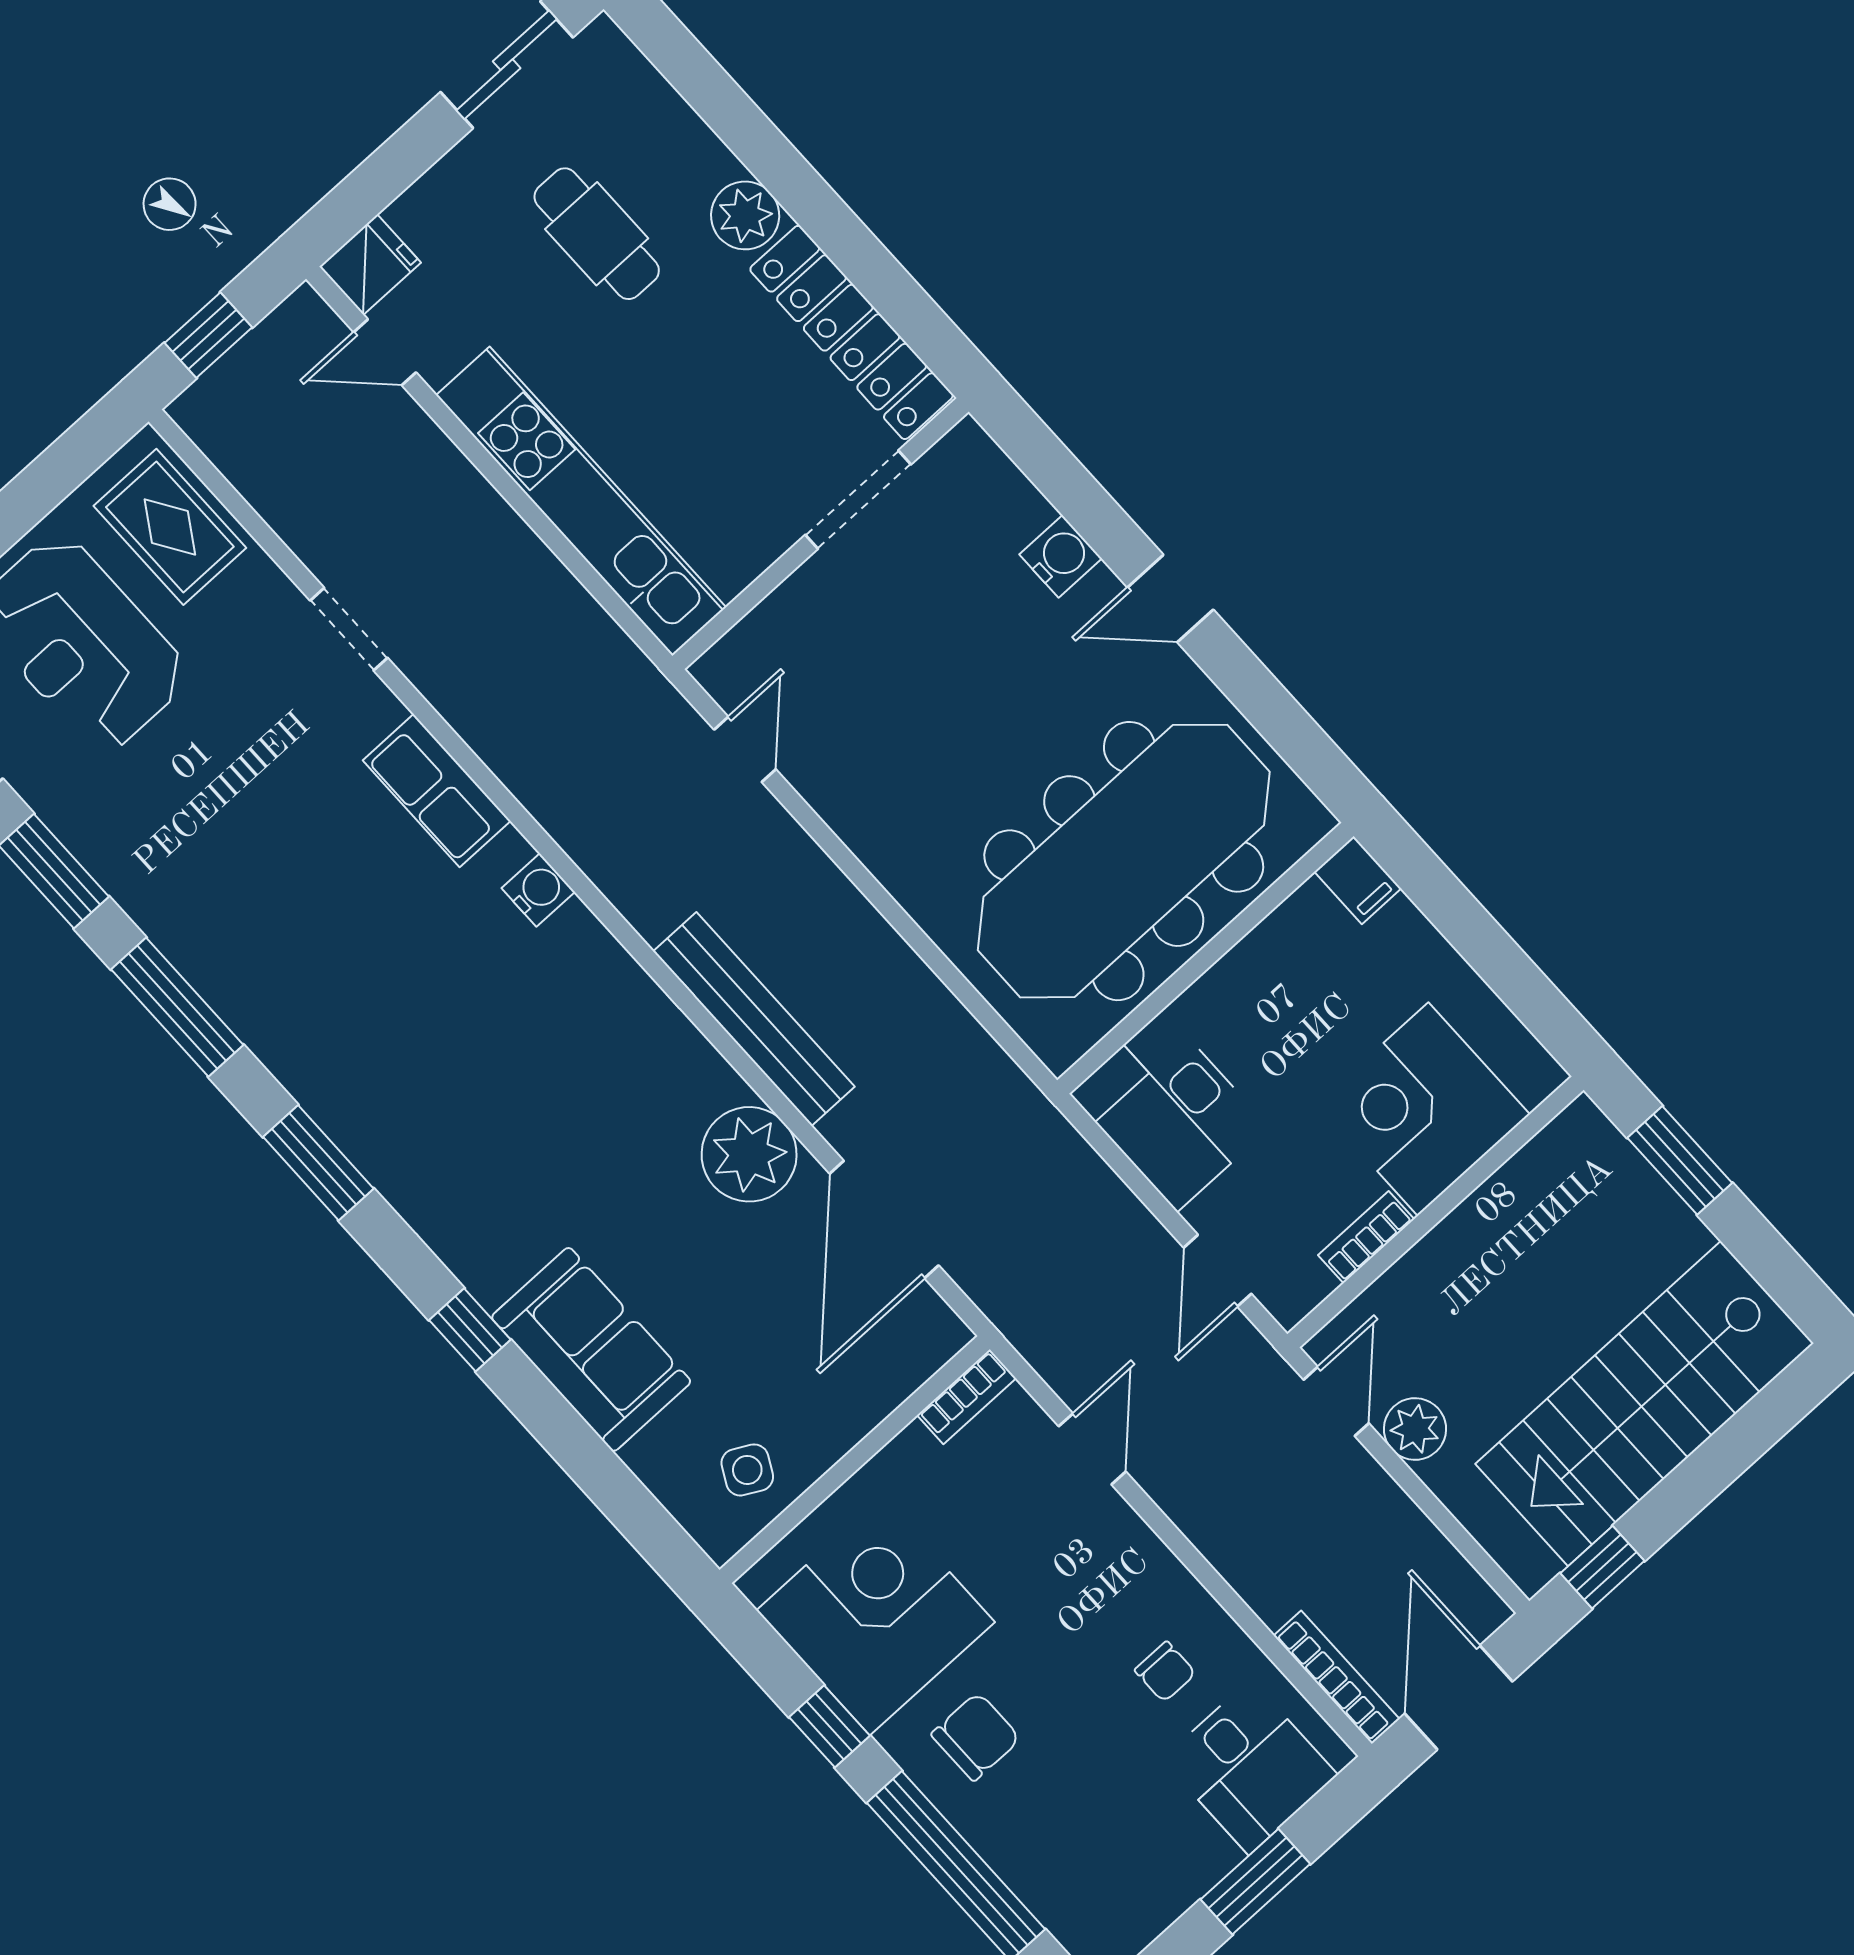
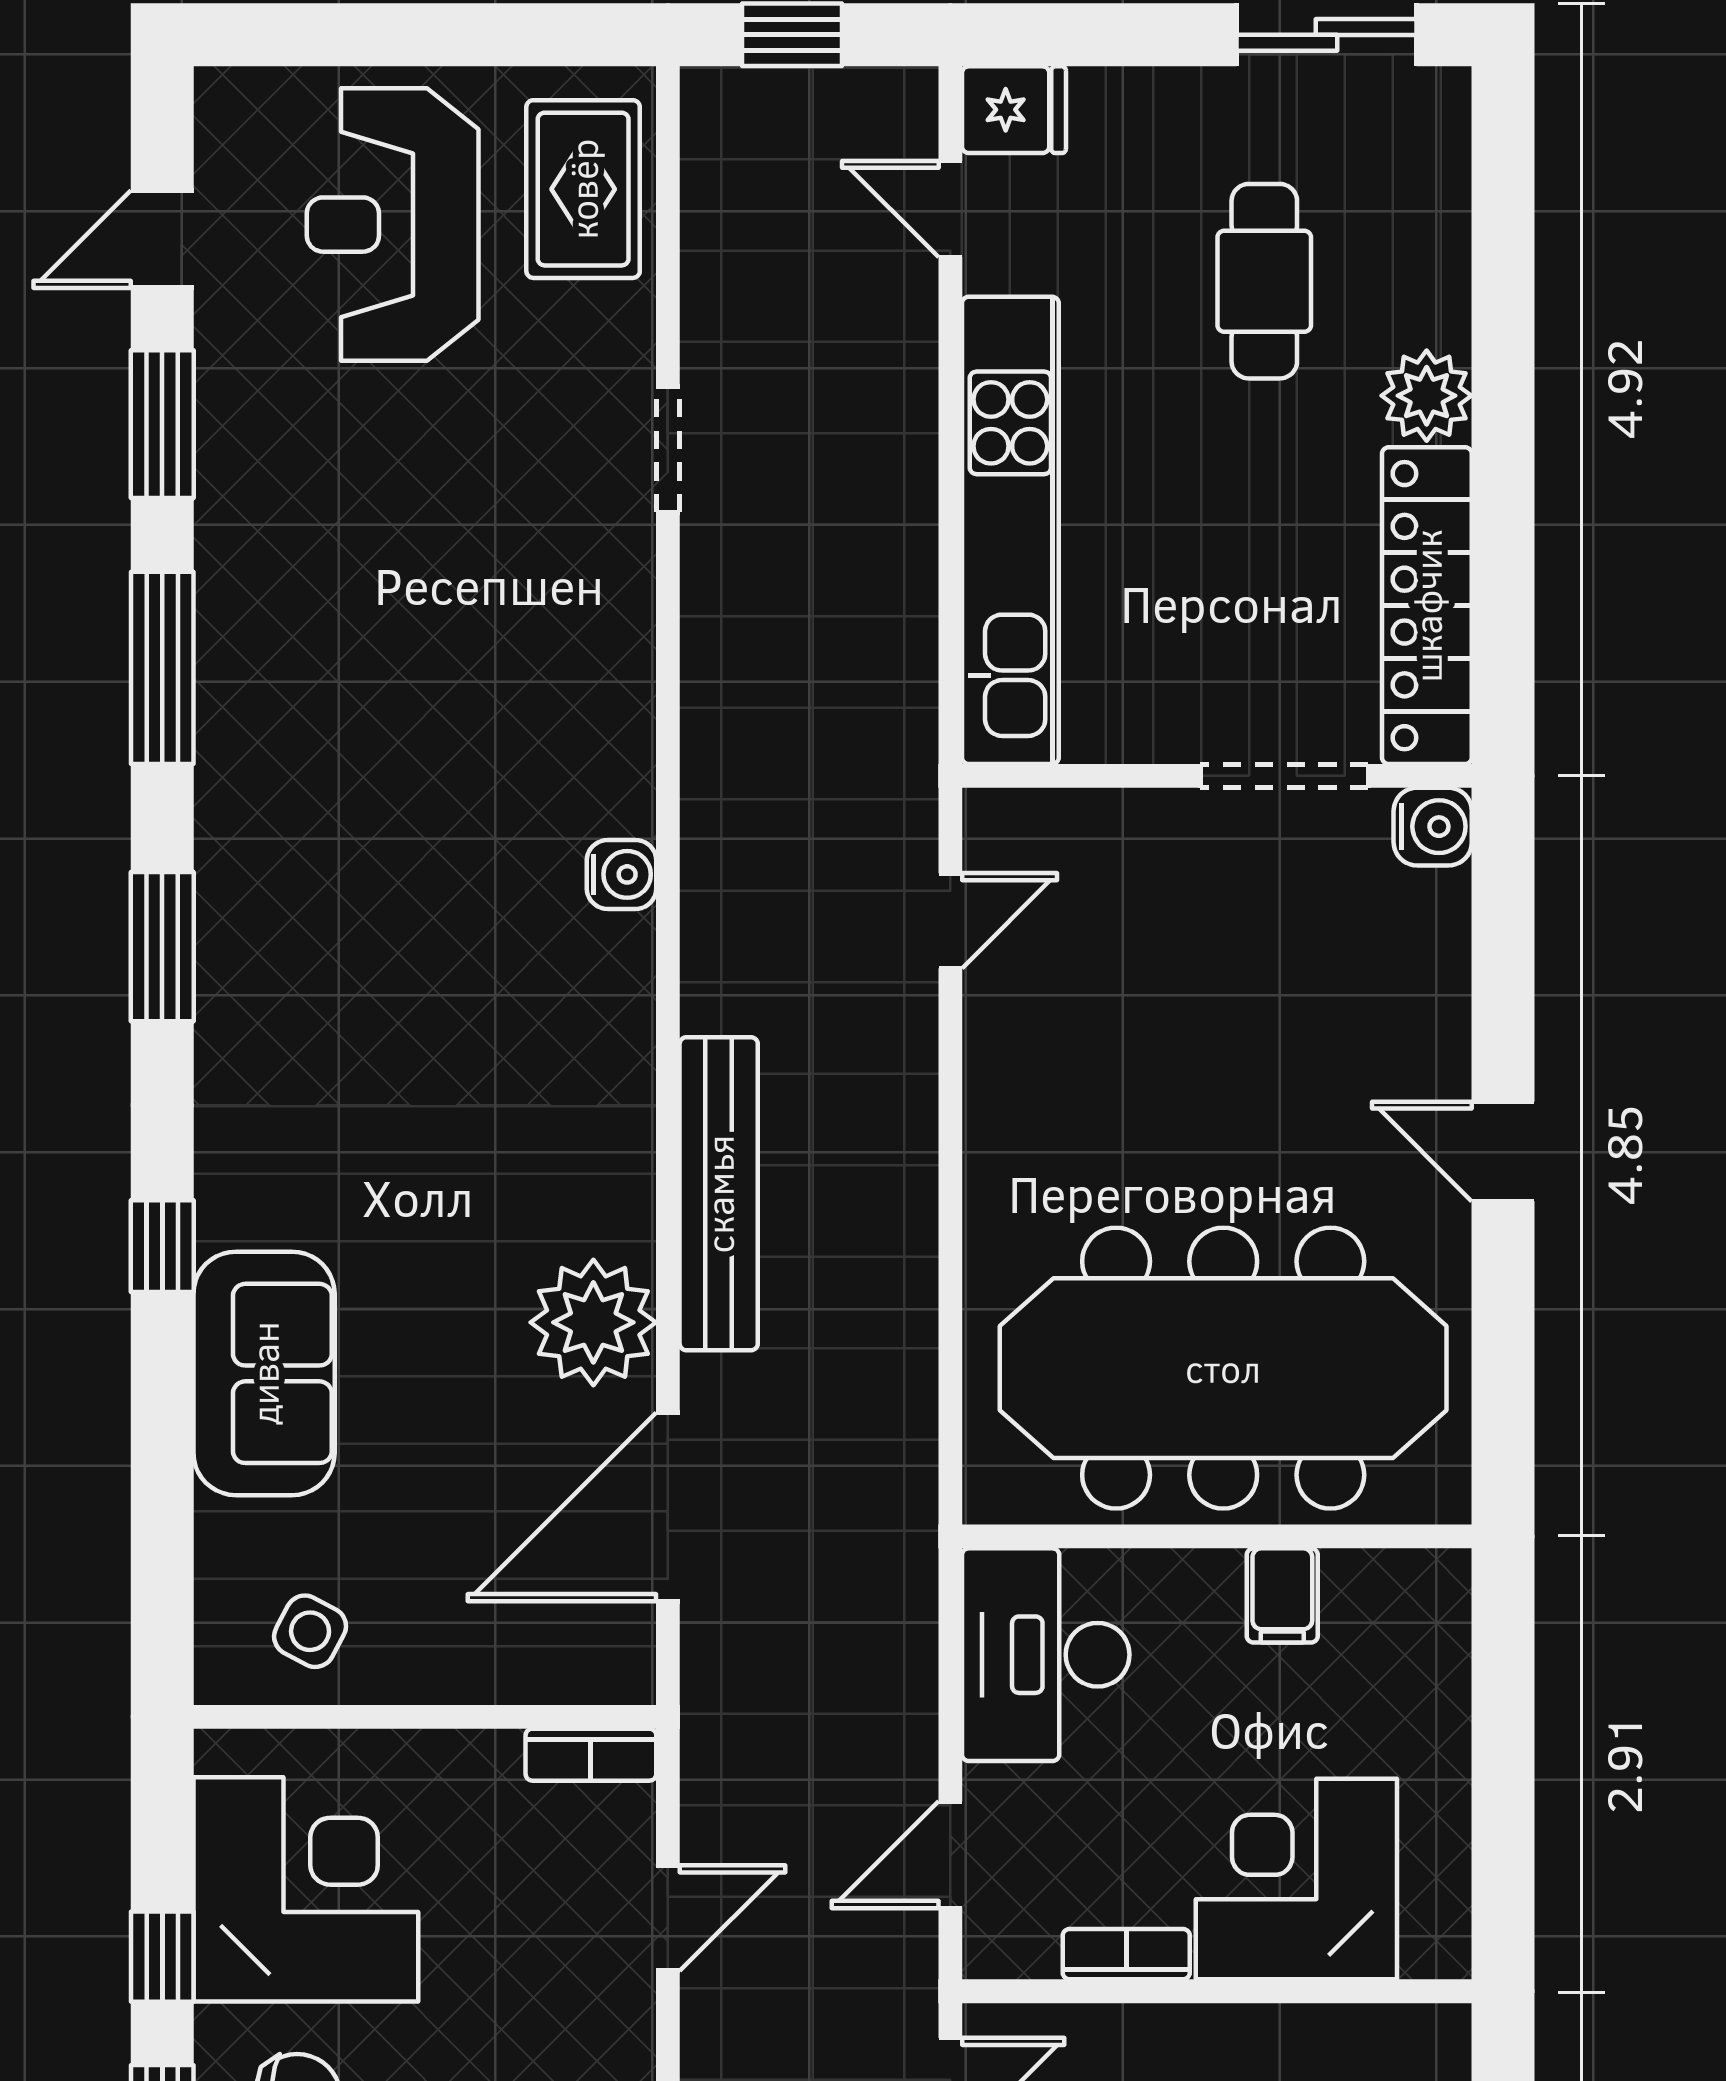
water cooler: (1061, 556) -> (1433, 827), moved
row of seats: (437, 791) -> (610, 686), removed
filing cabinet: (1358, 880) -> (1282, 1595), moved

